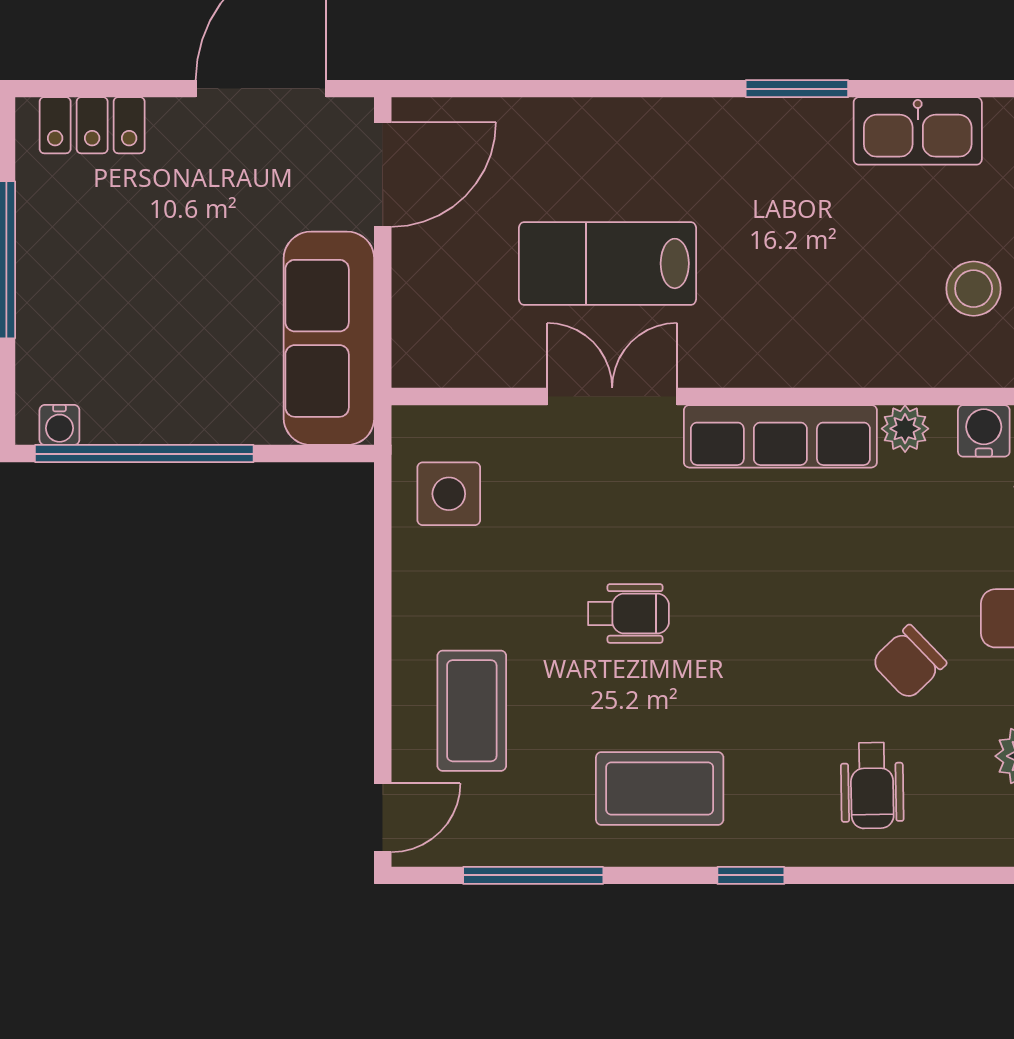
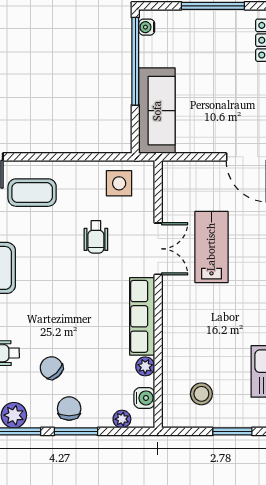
sofa: (329, 338) -> (157, 111), moved, turned 90
wheelchair: (629, 613) -> (96, 237), moved

